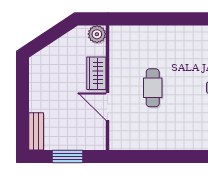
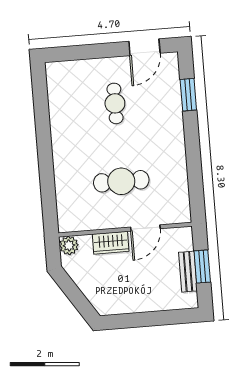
cafe table: (153, 88) -> (121, 181), width x1.37, depth x1.35
bench: (36, 131) -> (188, 272), moved, turned 90

